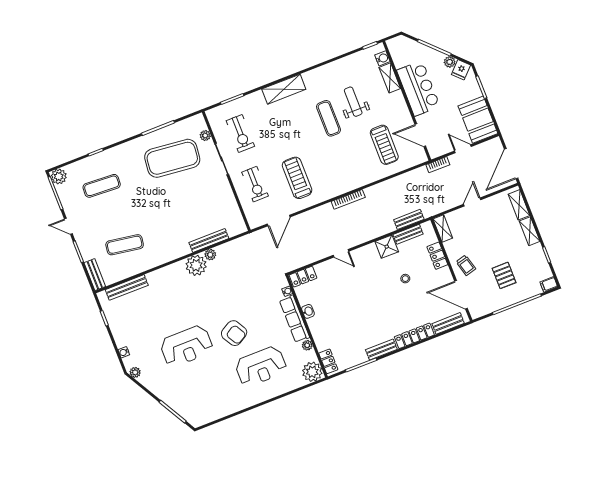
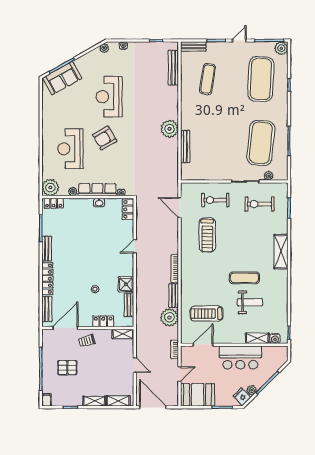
treadmill: (297, 178) -> (207, 235), turned 90
exercise mat: (102, 186) -> (261, 79), width x2.00, depth x1.45
bench: (409, 219) -> (174, 296), moved
plant: (210, 255) -> (169, 317), moved, width x1.88, depth x1.88
sofa: (186, 406) -> (62, 78), added

